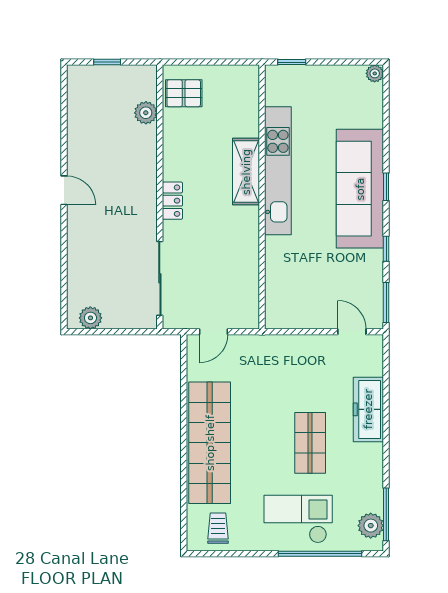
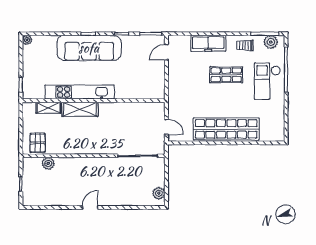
shelving: (249, 113) -> (48, 108), added
locker: (172, 201) -> (96, 149), removed
trolley: (218, 528) -> (245, 45), moved

